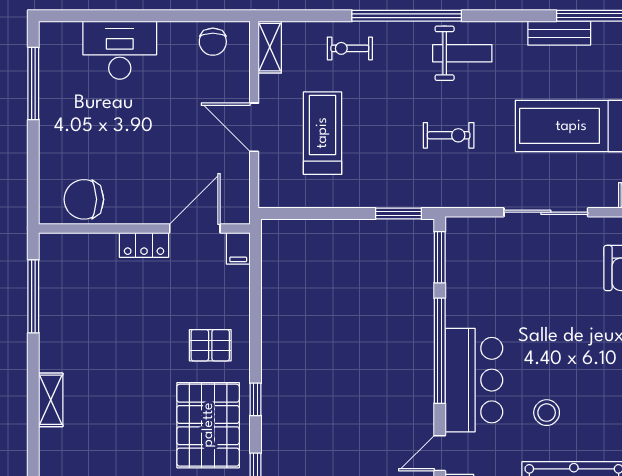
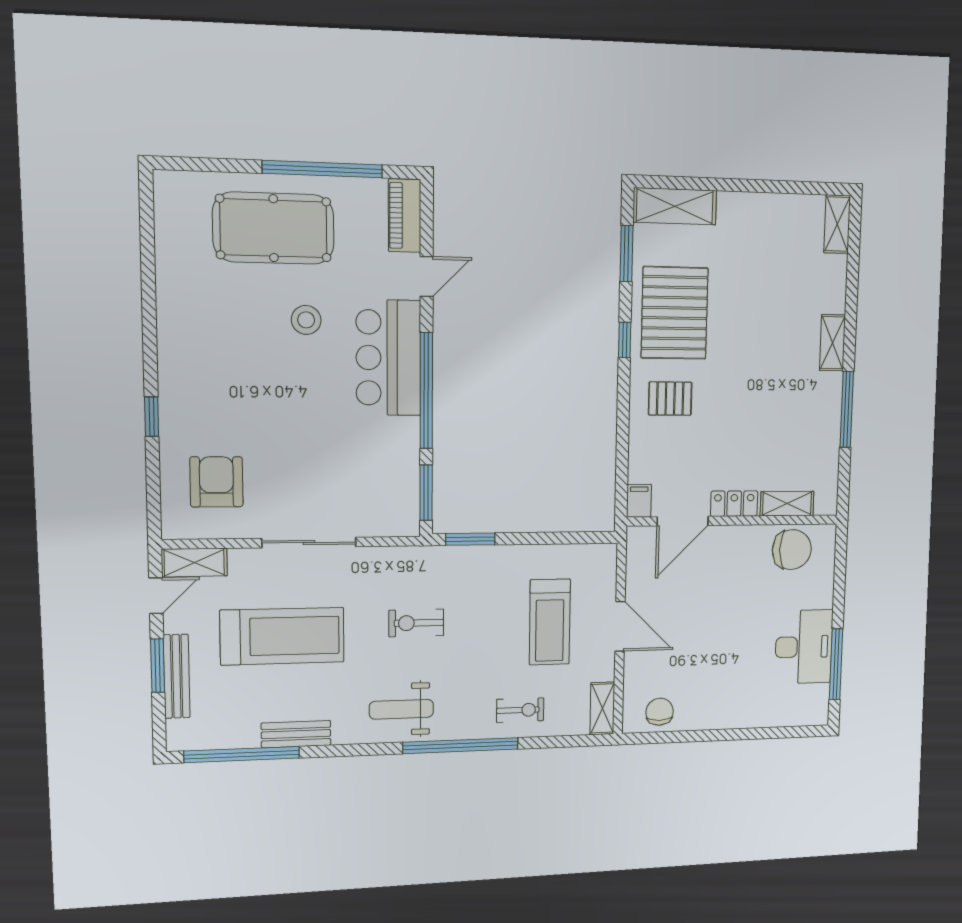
desk: (120, 50) -> (804, 647), moved, turned -90
shelving: (91, 245) -> (787, 504), added
window: (33, 296) -> (847, 409), moved

